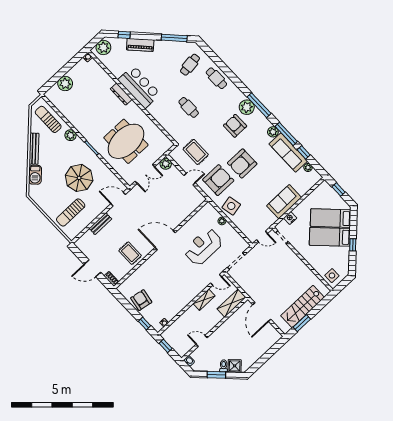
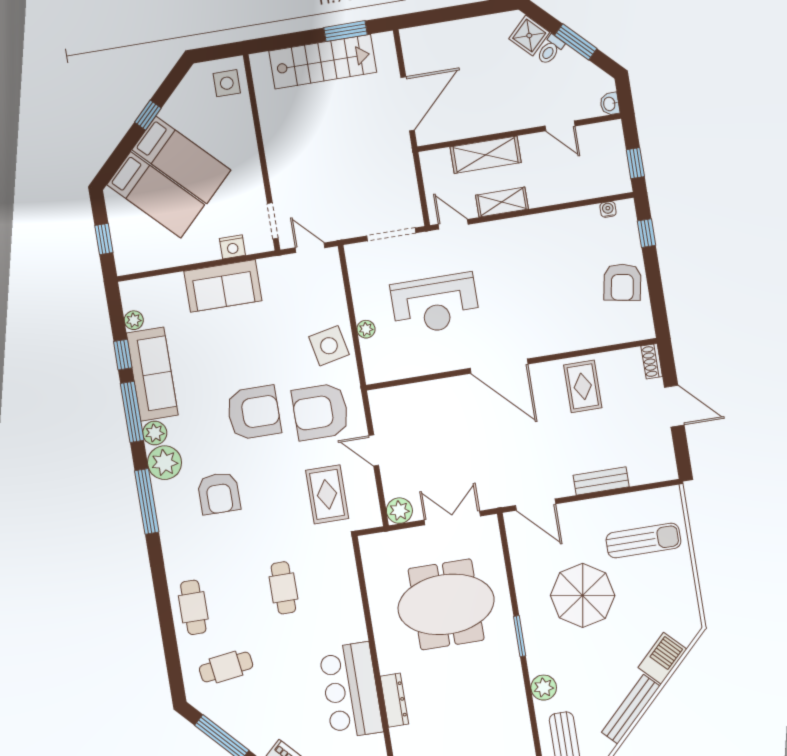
plant: (247, 107) -> (165, 463), moved
shelving: (232, 303) -> (486, 155), moved

